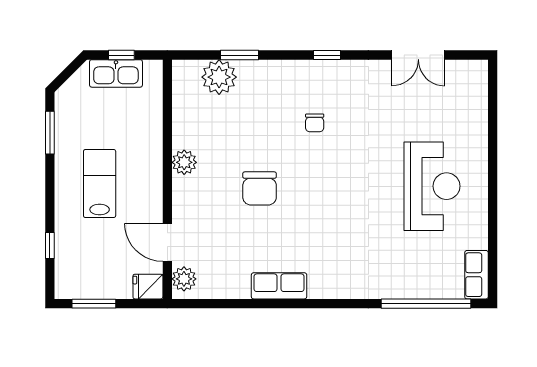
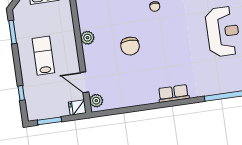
row of seats: (279, 286) -> (173, 93), moved

